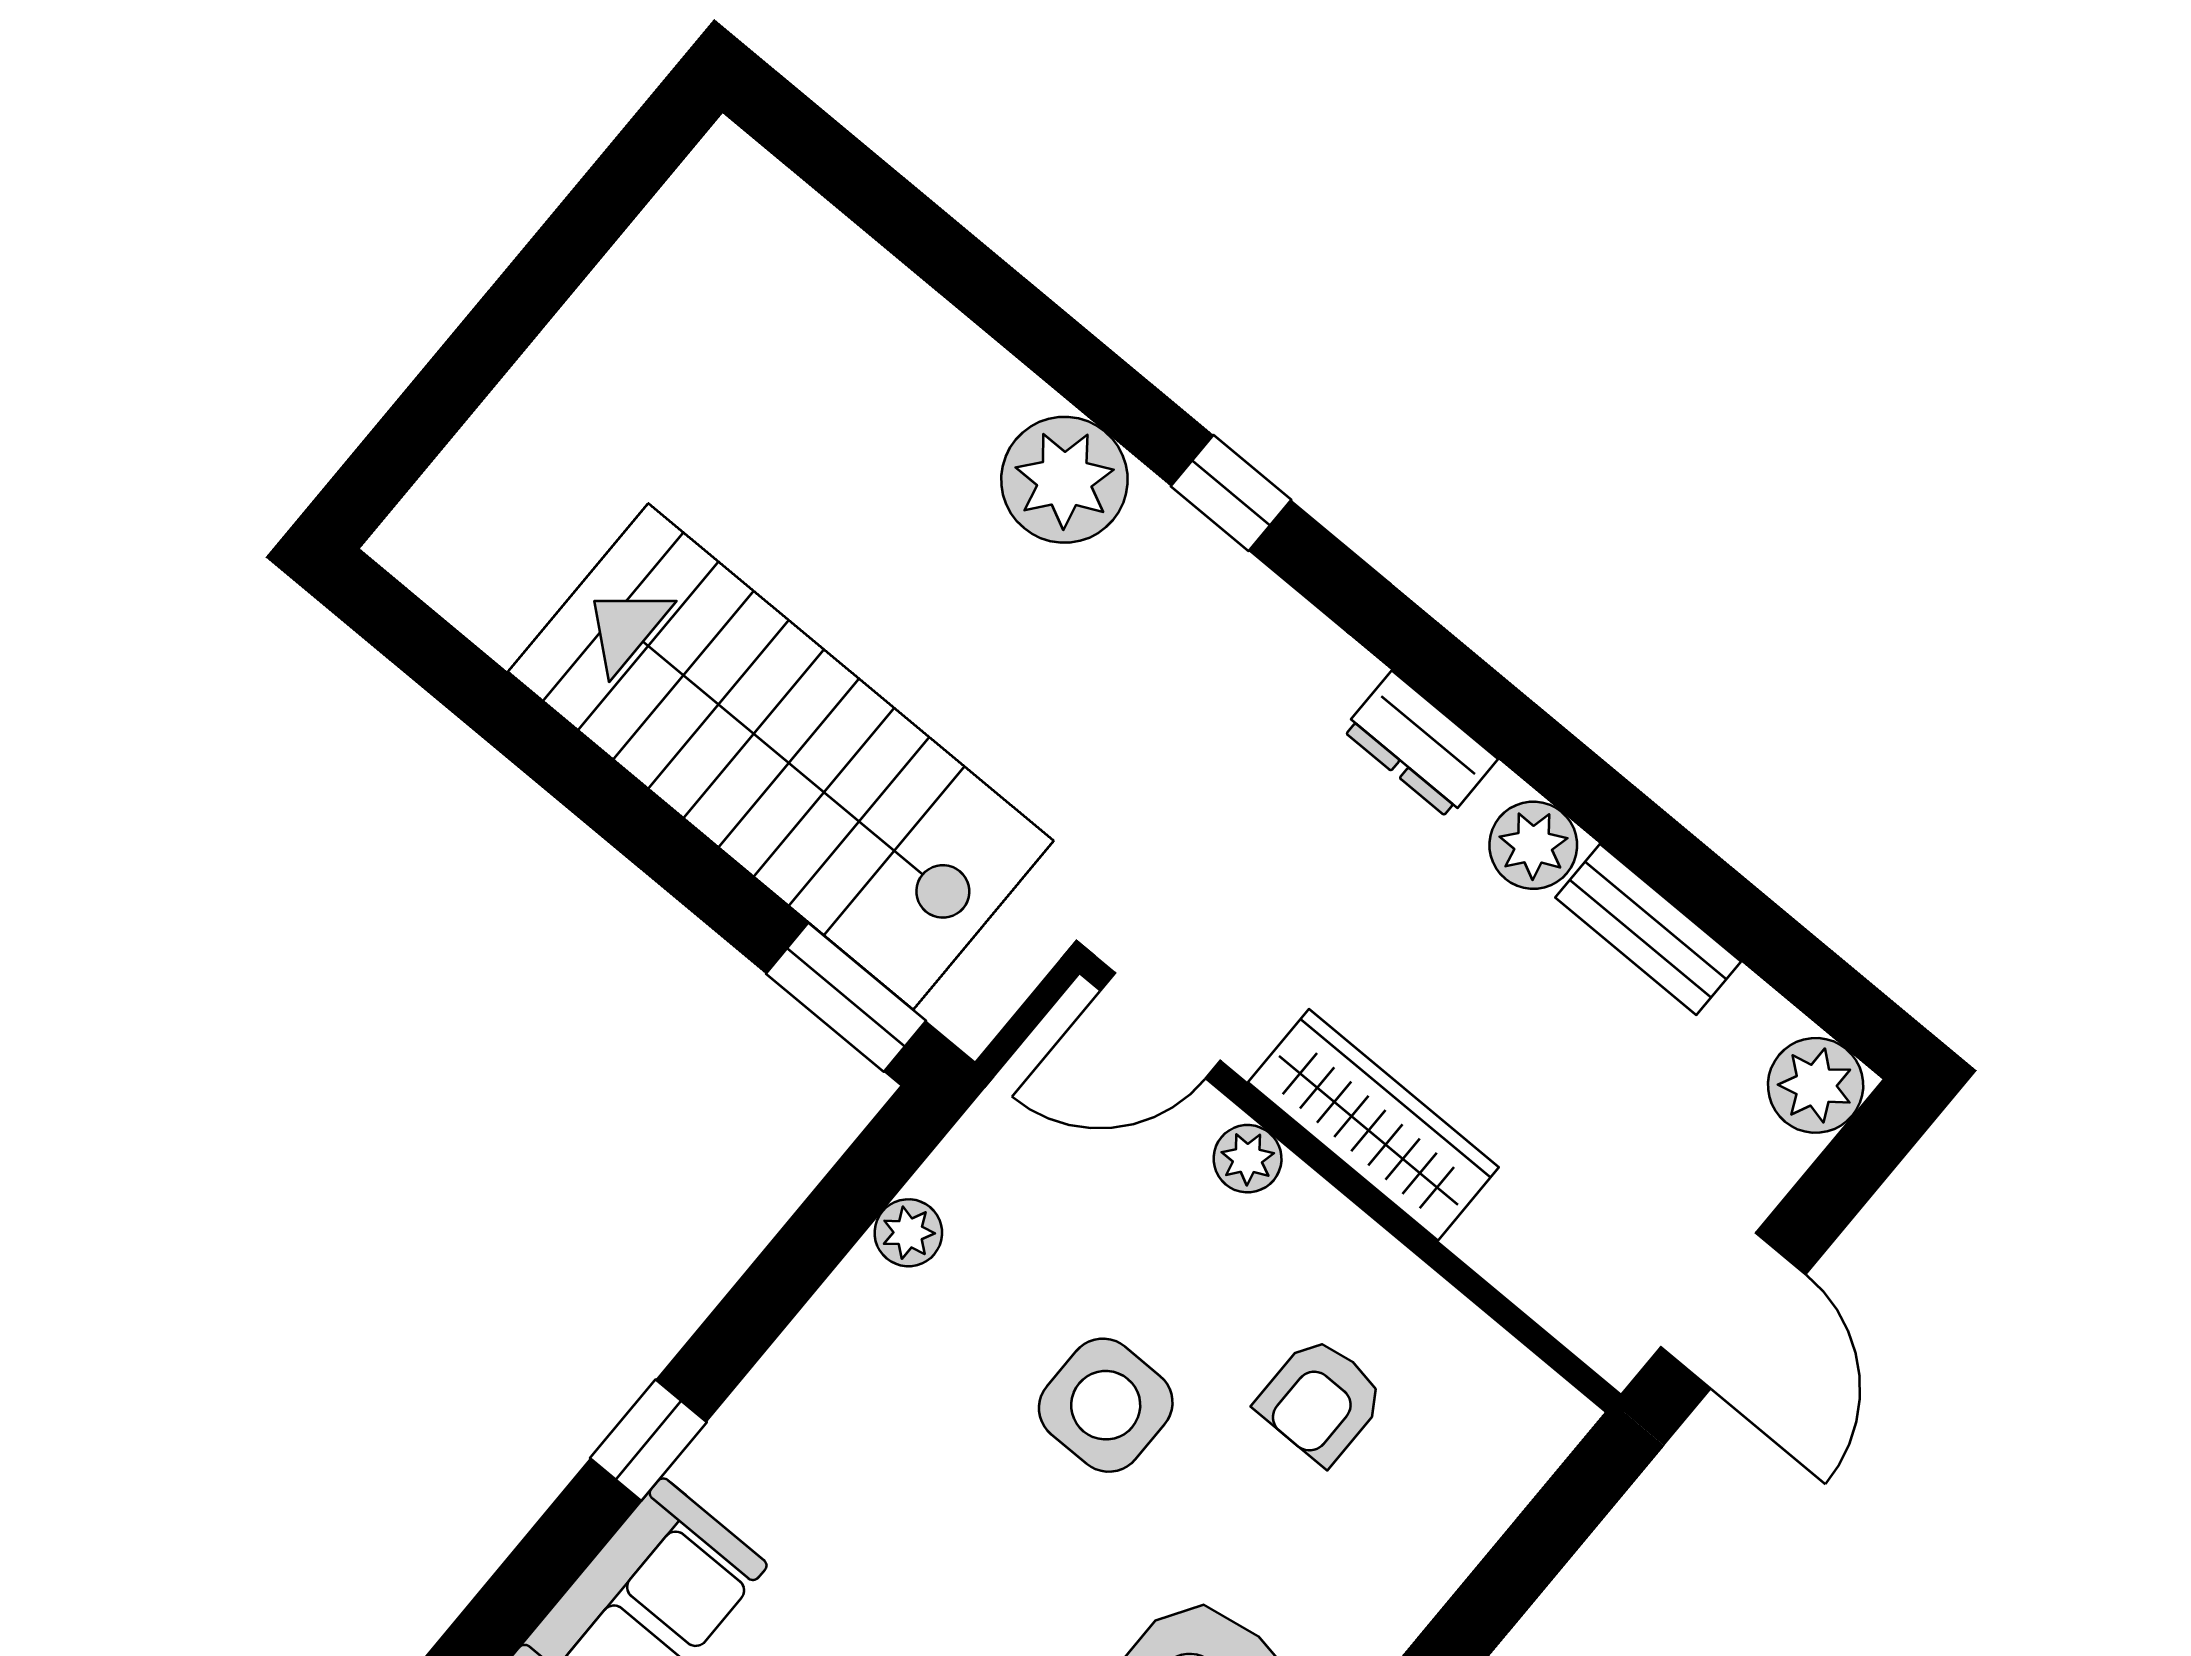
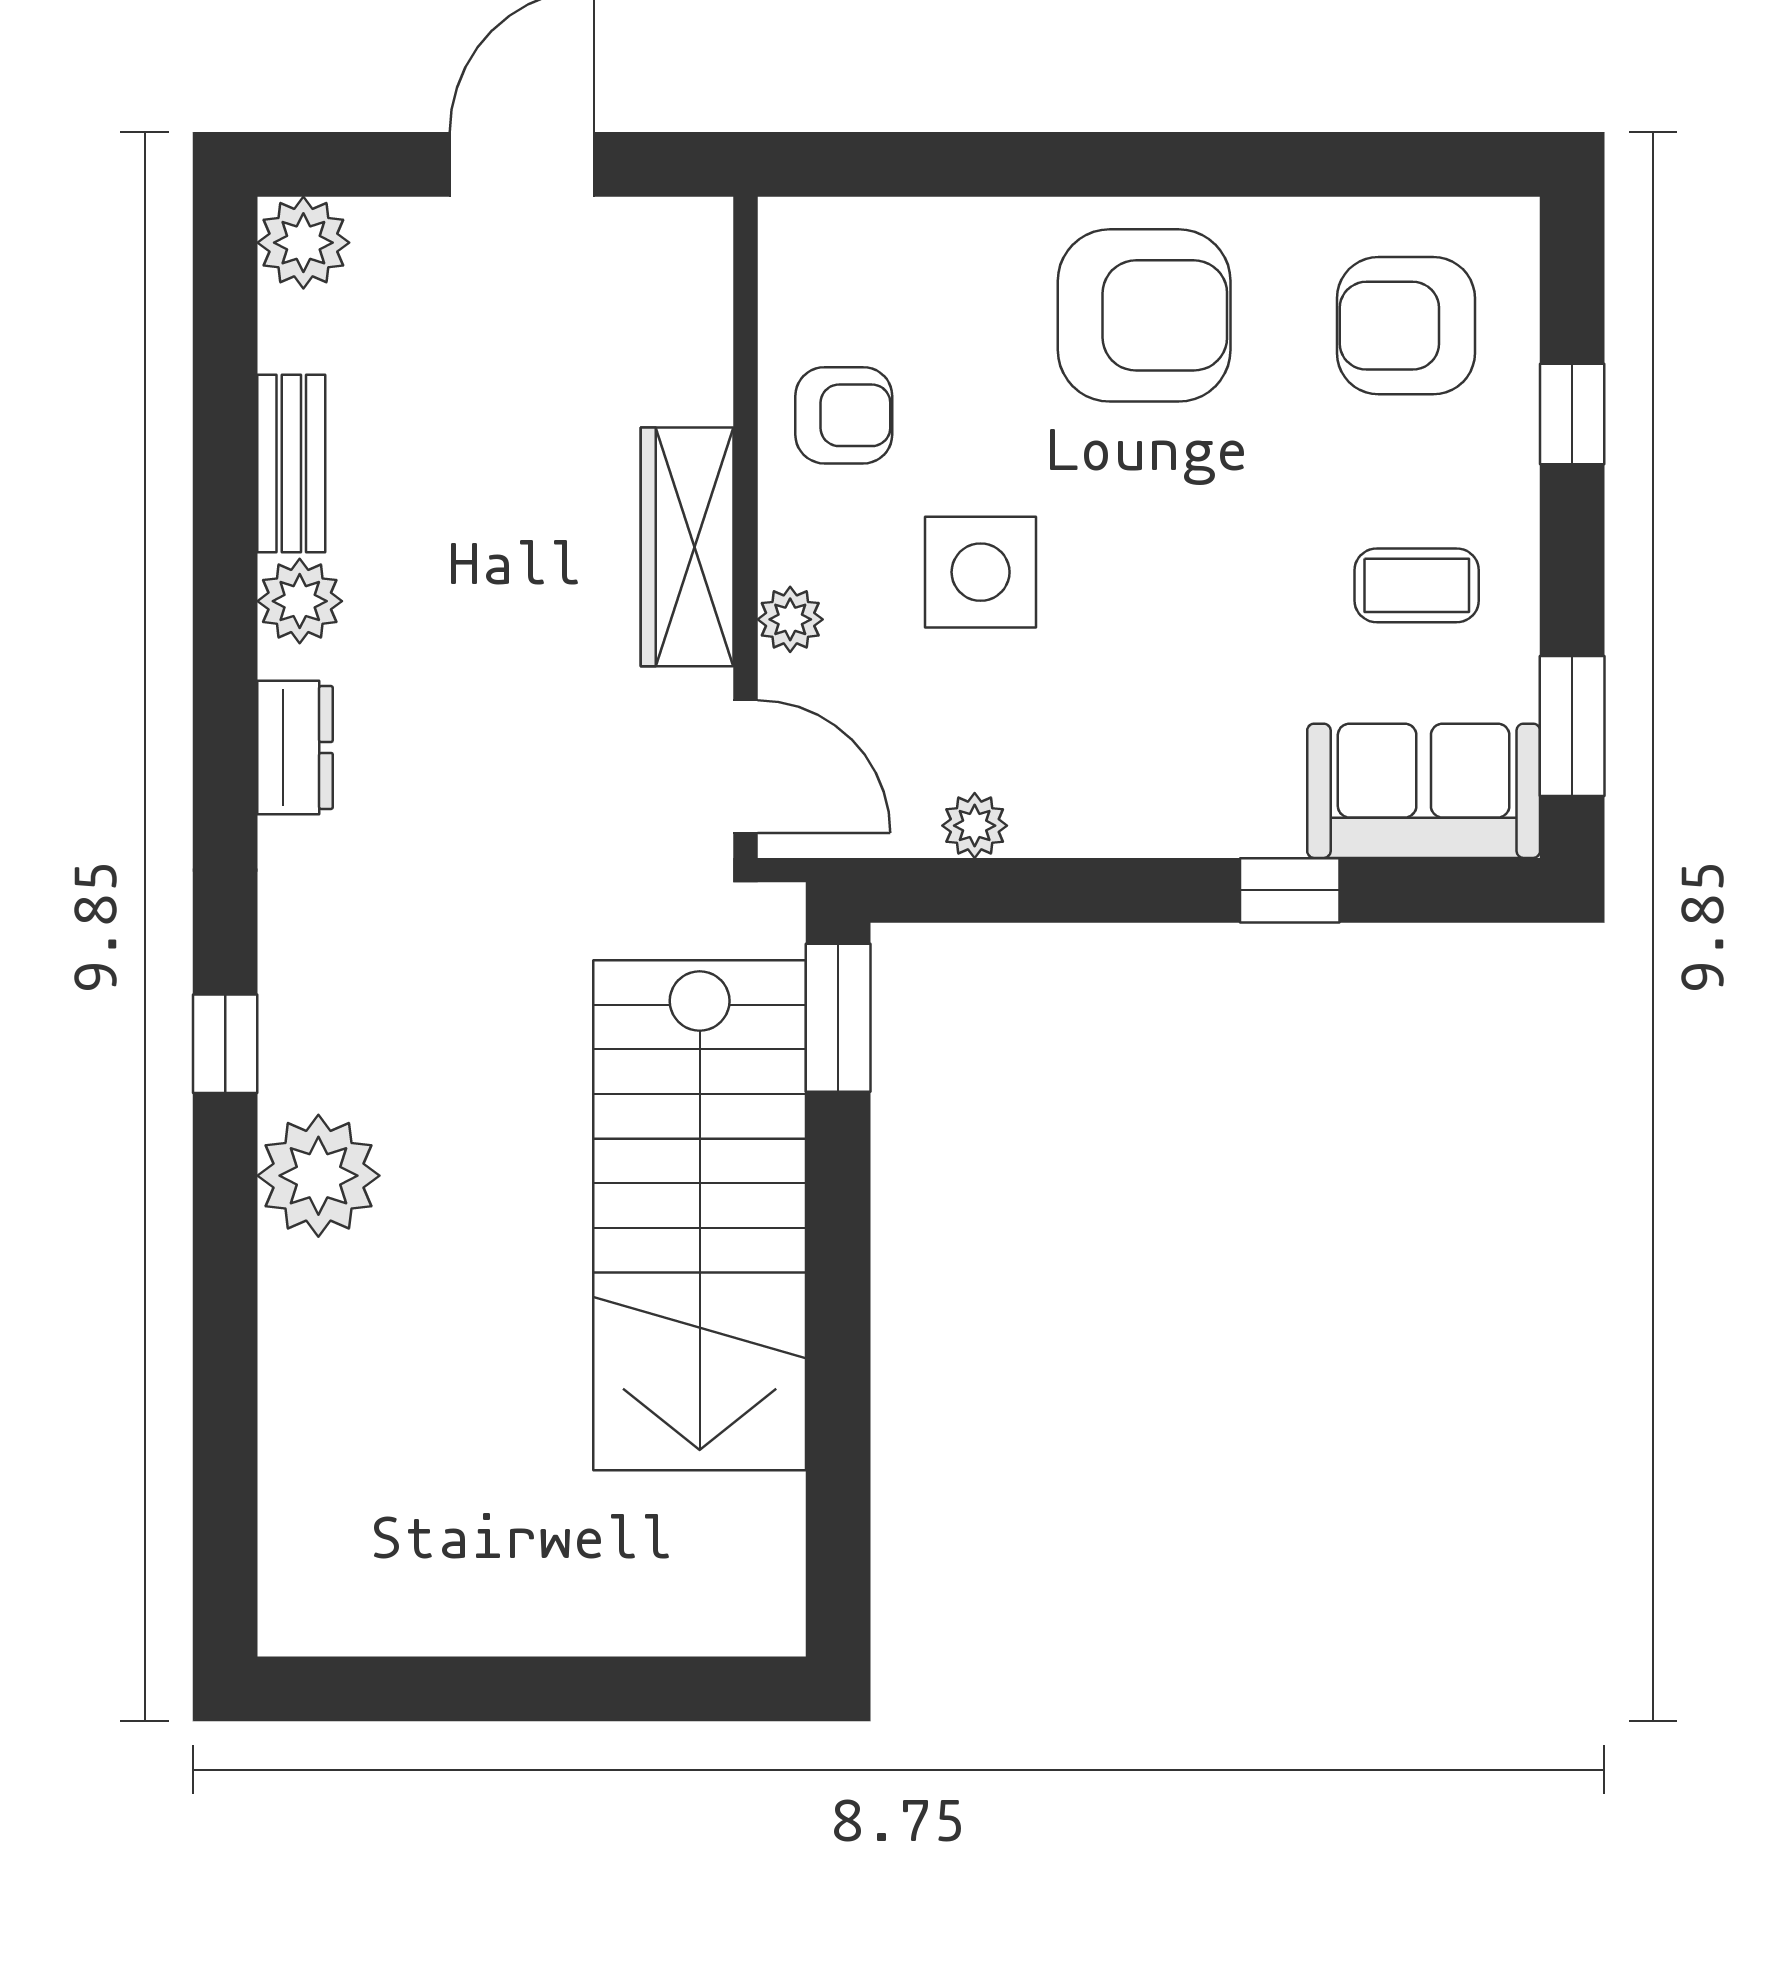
door: (1160, 1026) -> (745, 767), moved
wardrobe: (1373, 1125) -> (687, 547), moved
plant: (1248, 1159) -> (790, 619), moved
wall: (1350, 1184) -> (745, 527), moved

